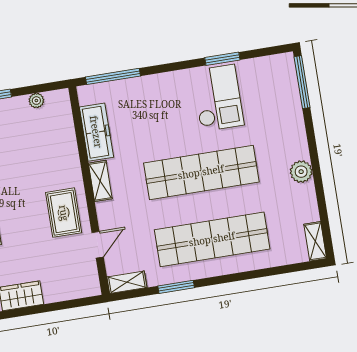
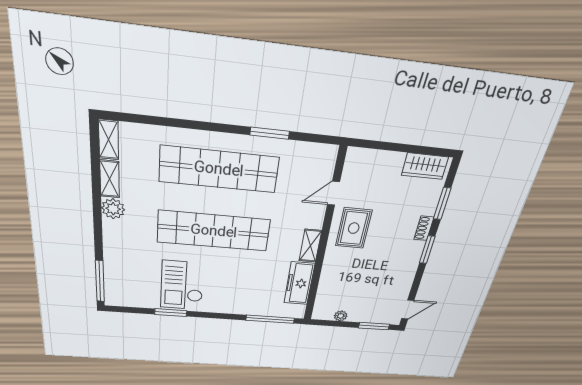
shelving: (127, 282) -> (110, 179), moved, turned 90

